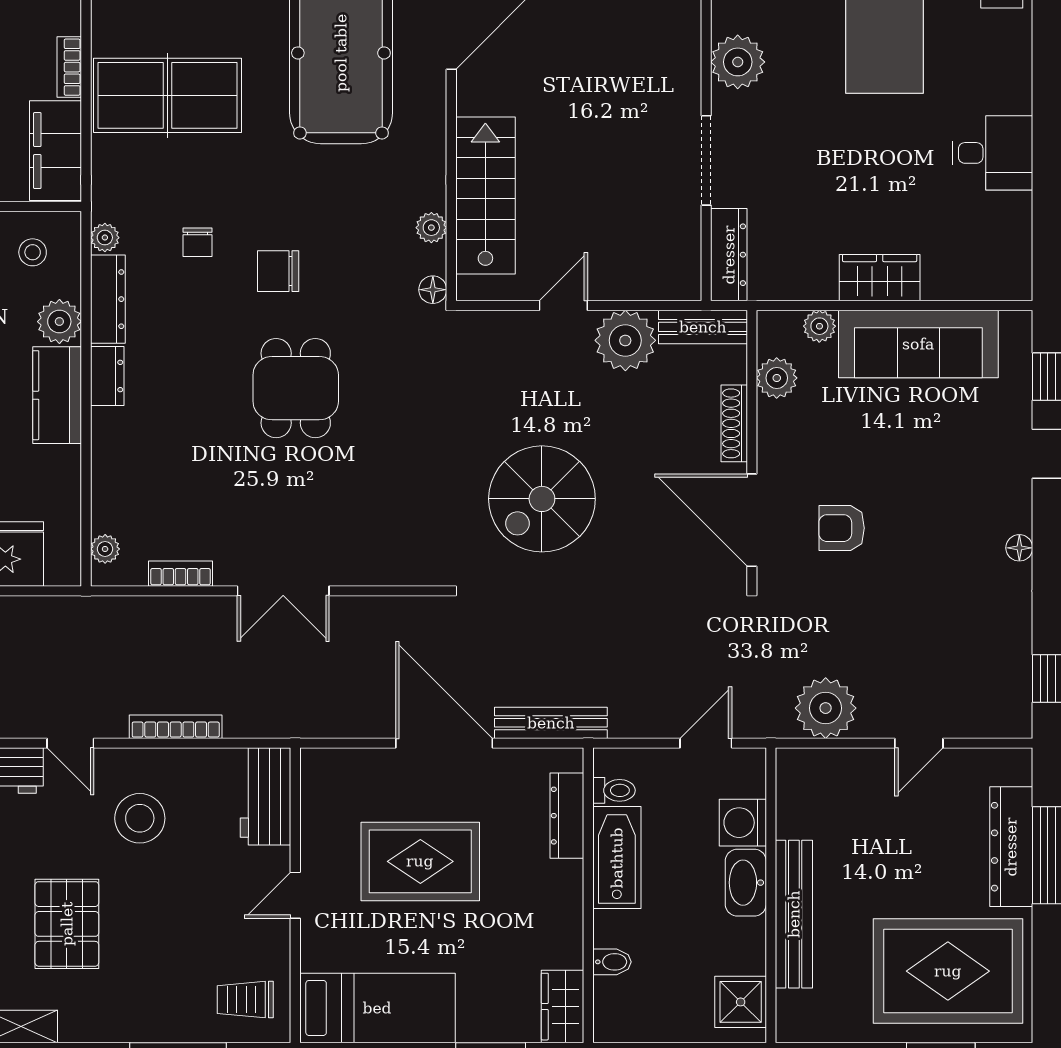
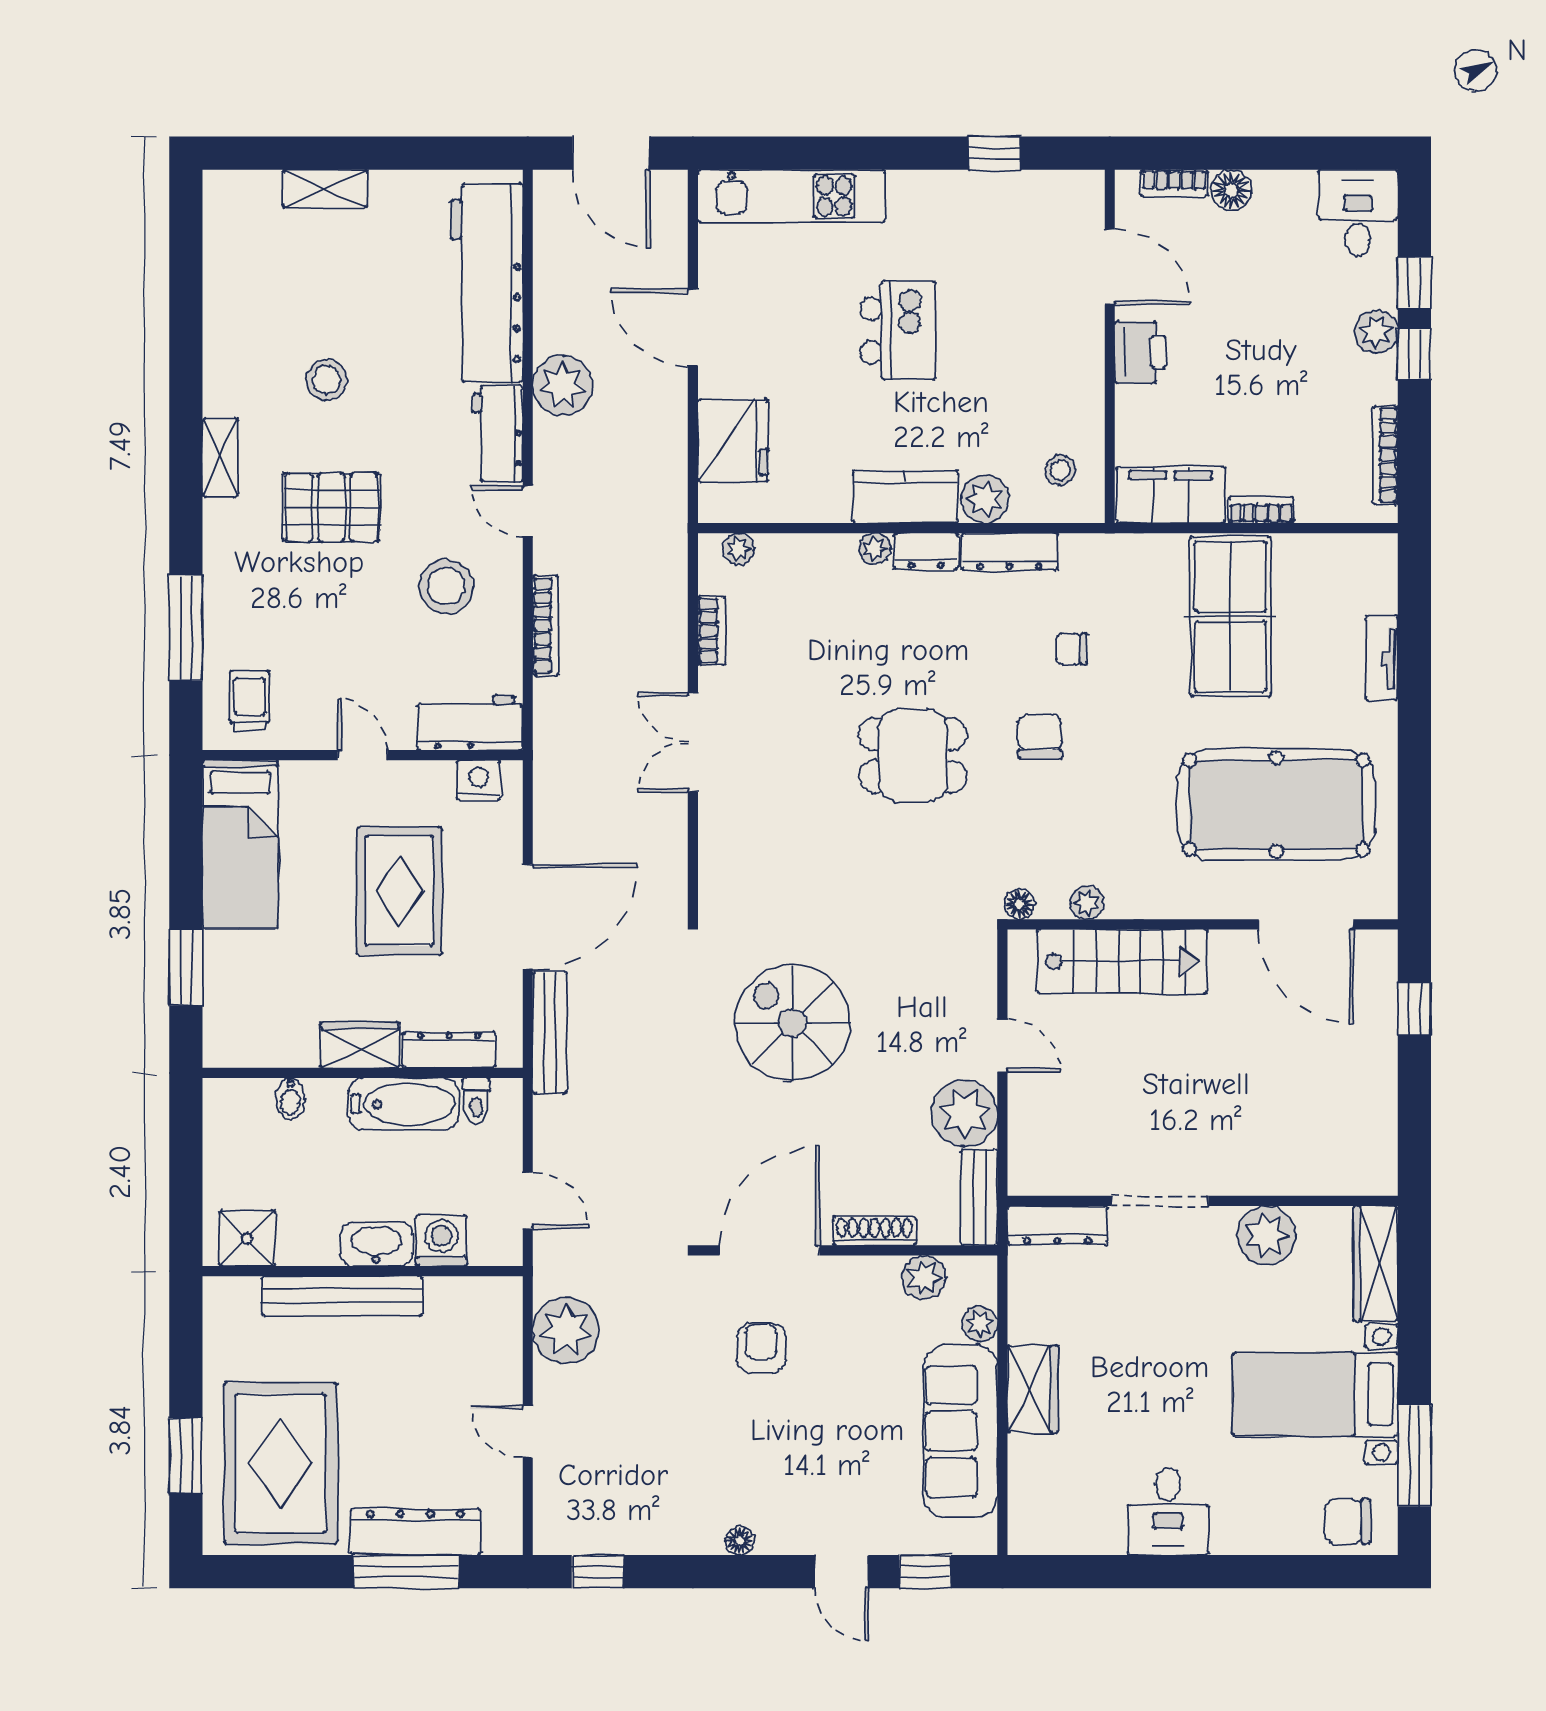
plant: (105, 238) -> (875, 549), moved
door: (70, 743) -> (528, 511), hinge flipped
nightstand: (318, 788) -> (479, 780), added
wardrobe: (563, 1007) -> (360, 1045), moved

